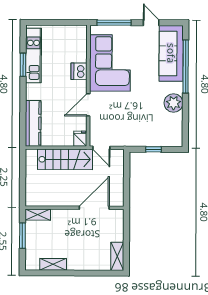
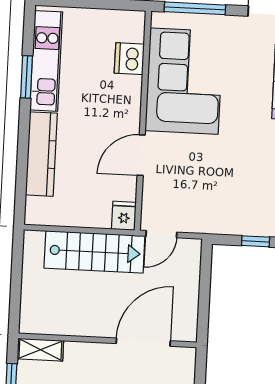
dishwasher: (79, 71) -> (129, 59), moved
kitchen counter: (33, 123) -> (41, 154), moved
door: (101, 148) -> (161, 234), hinge flipped

